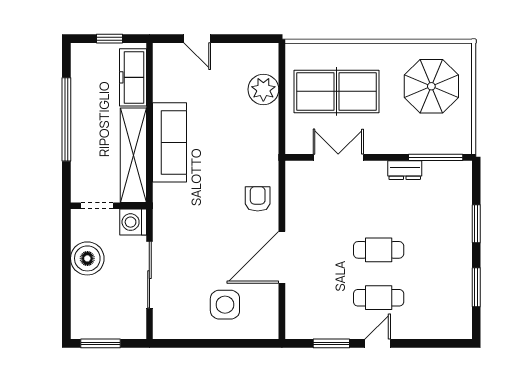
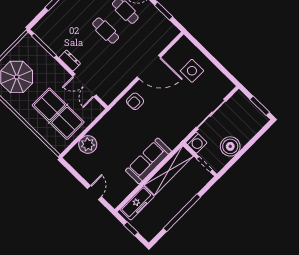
dresser: (405, 170) -> (70, 61), moved

